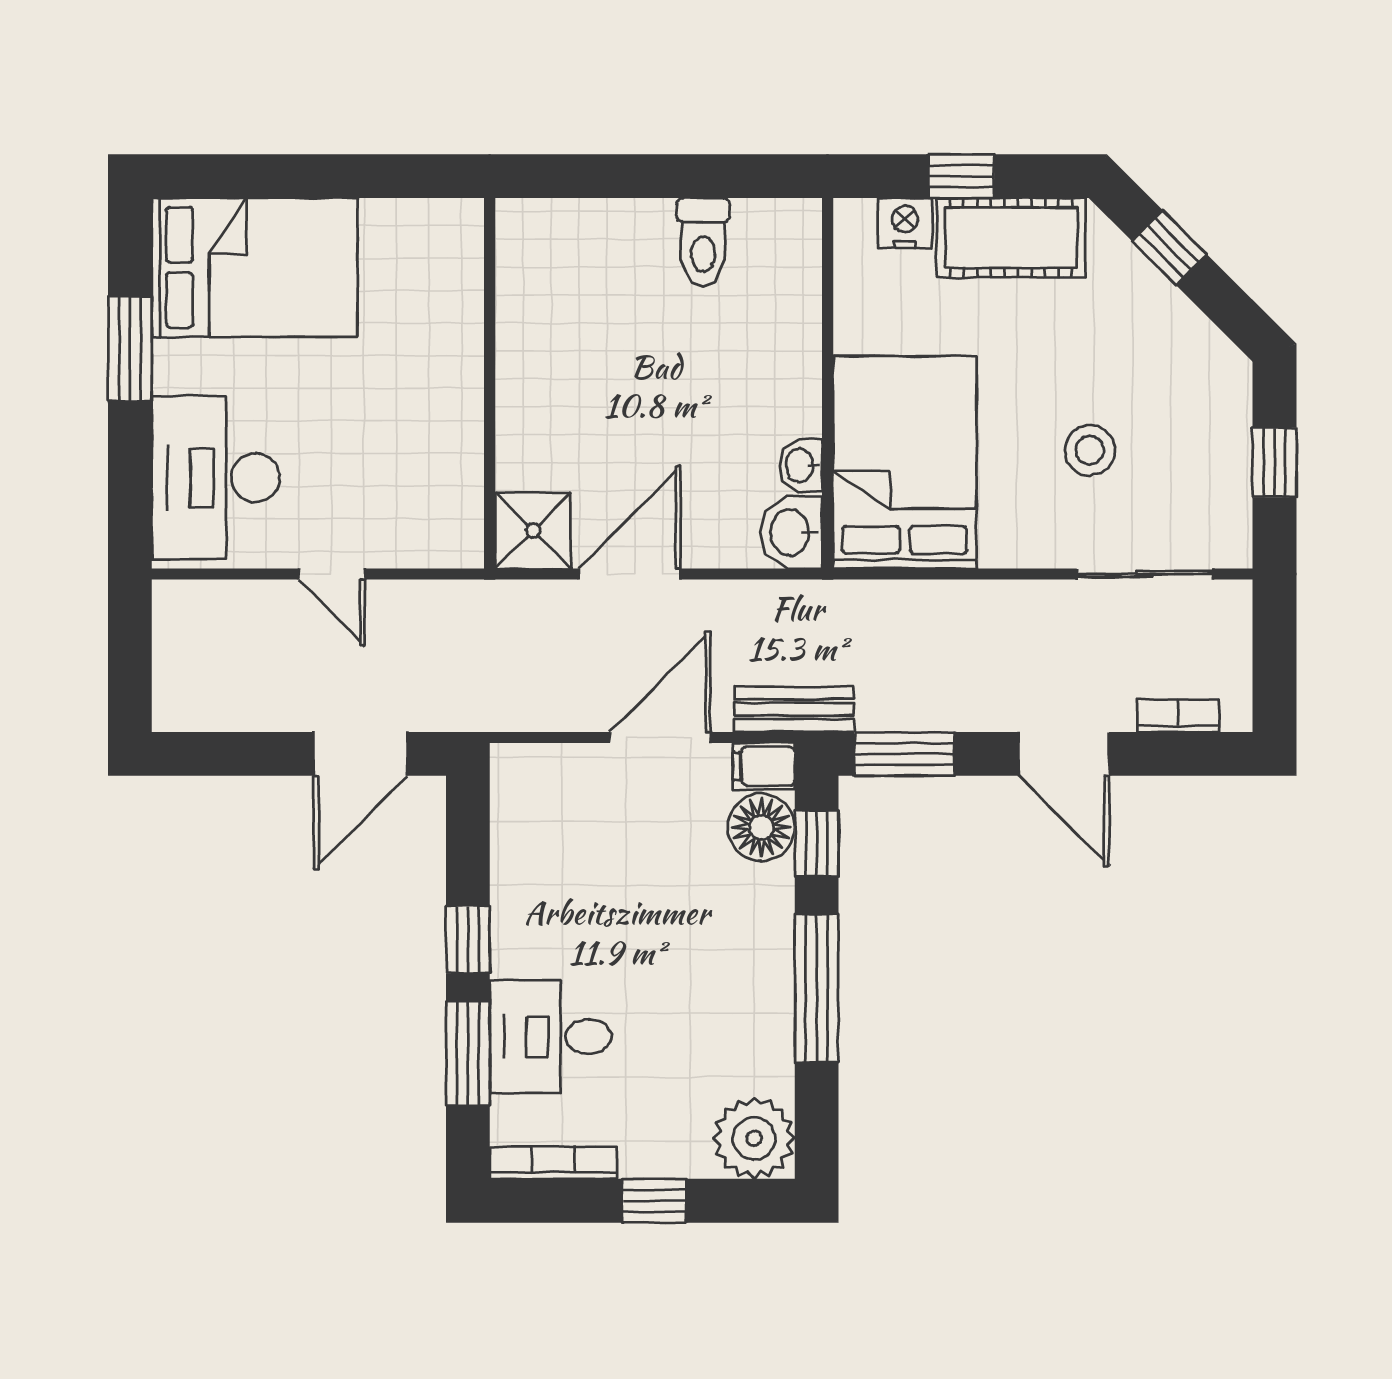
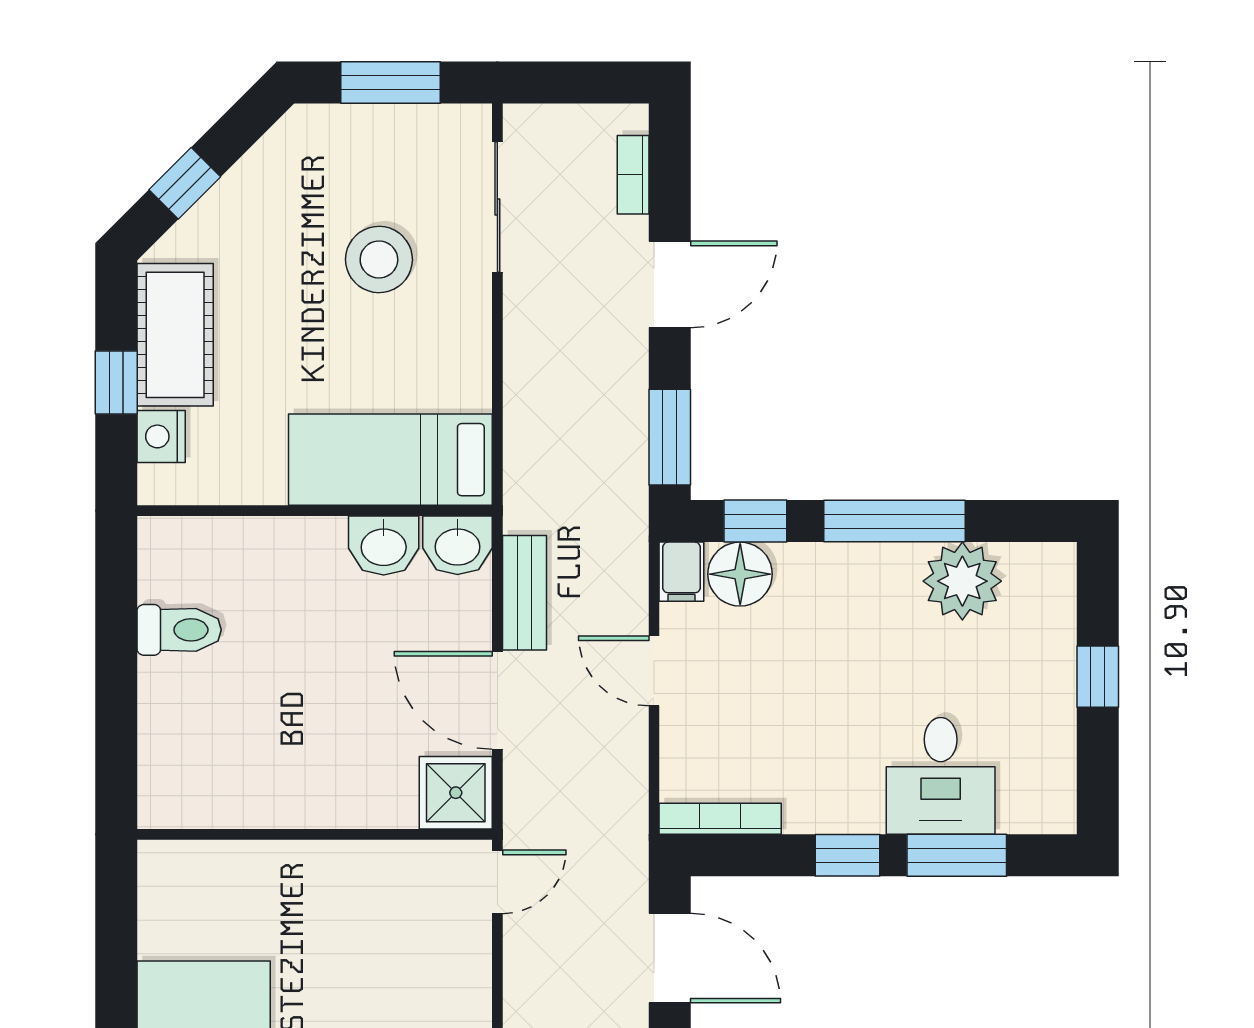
stool: (1090, 450) -> (379, 259), width x1.38, depth x1.38
bed: (905, 462) -> (390, 460), width x0.67
window: (1274, 462) -> (391, 83), width x1.50
washbasin: (801, 465) -> (384, 545), width x1.38, depth x1.45
door: (332, 574) -> (497, 882), moved
bench: (794, 709) -> (524, 593), moved
door: (660, 737) -> (654, 671), width x0.73
plant: (754, 1138) -> (962, 581), moved
bookcase: (553, 1163) -> (720, 819), moved, turned 90

